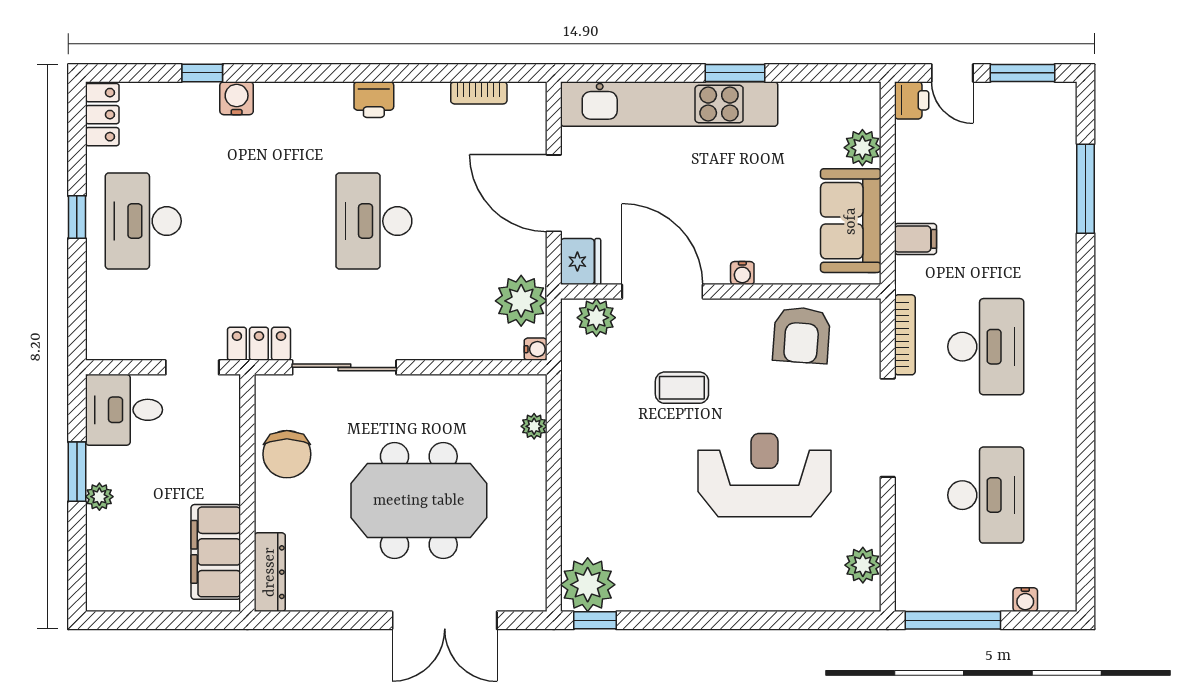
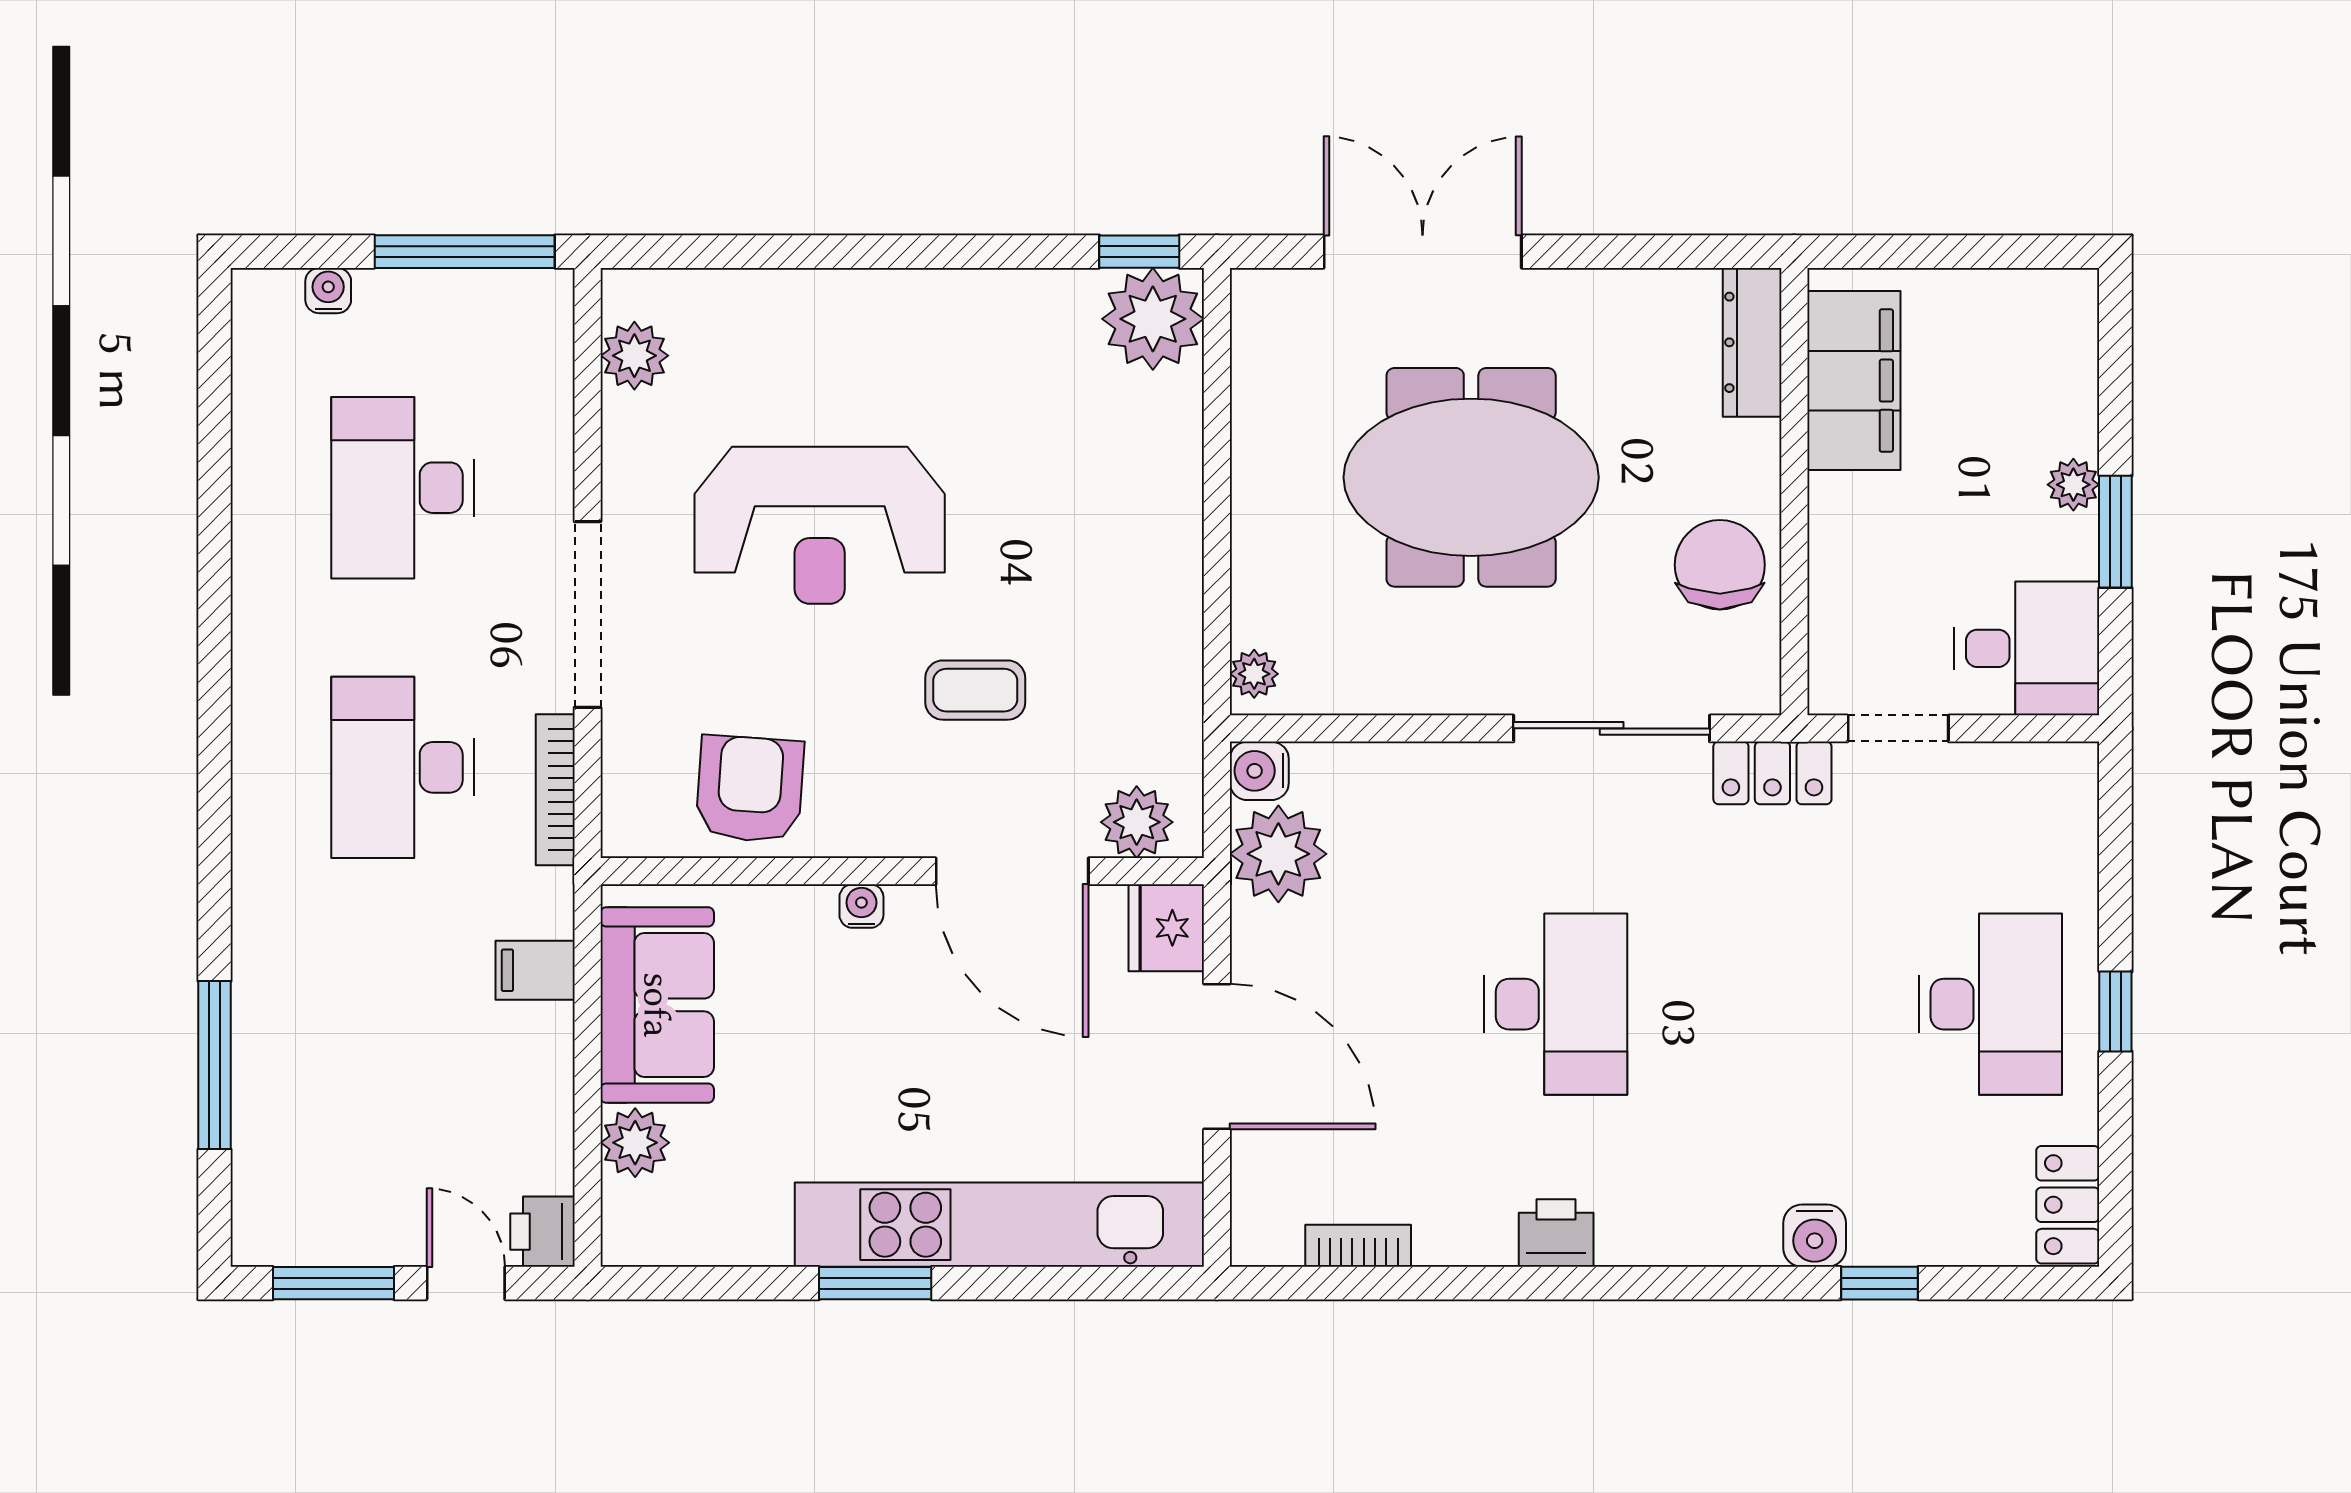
water cooler: (536, 349) -> (1259, 771), width x1.38, depth x1.38
plant: (534, 426) -> (1254, 674), moved

